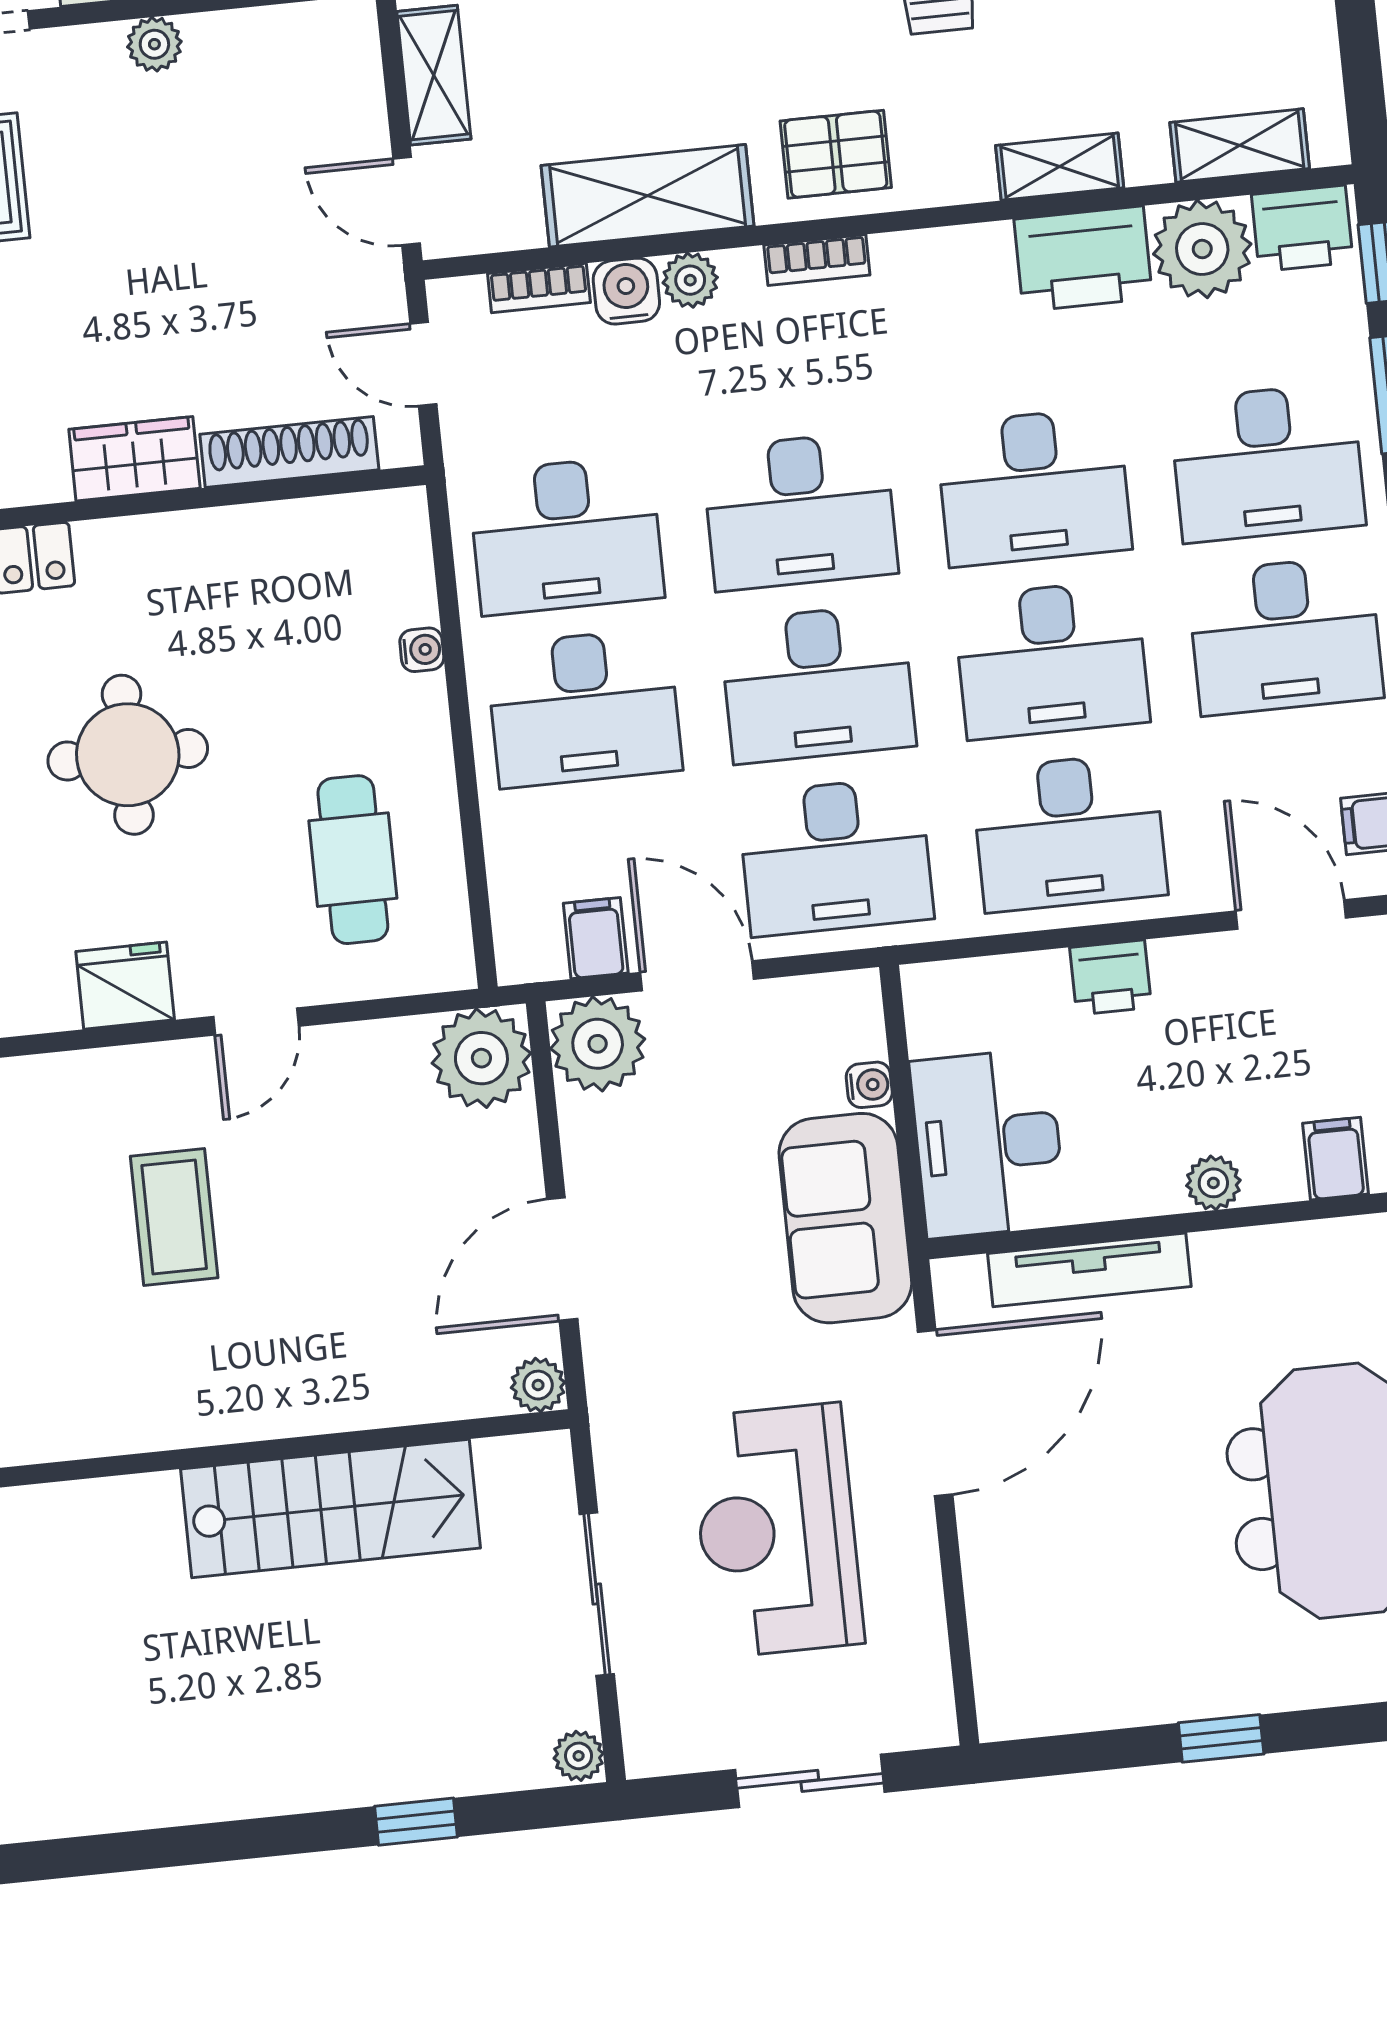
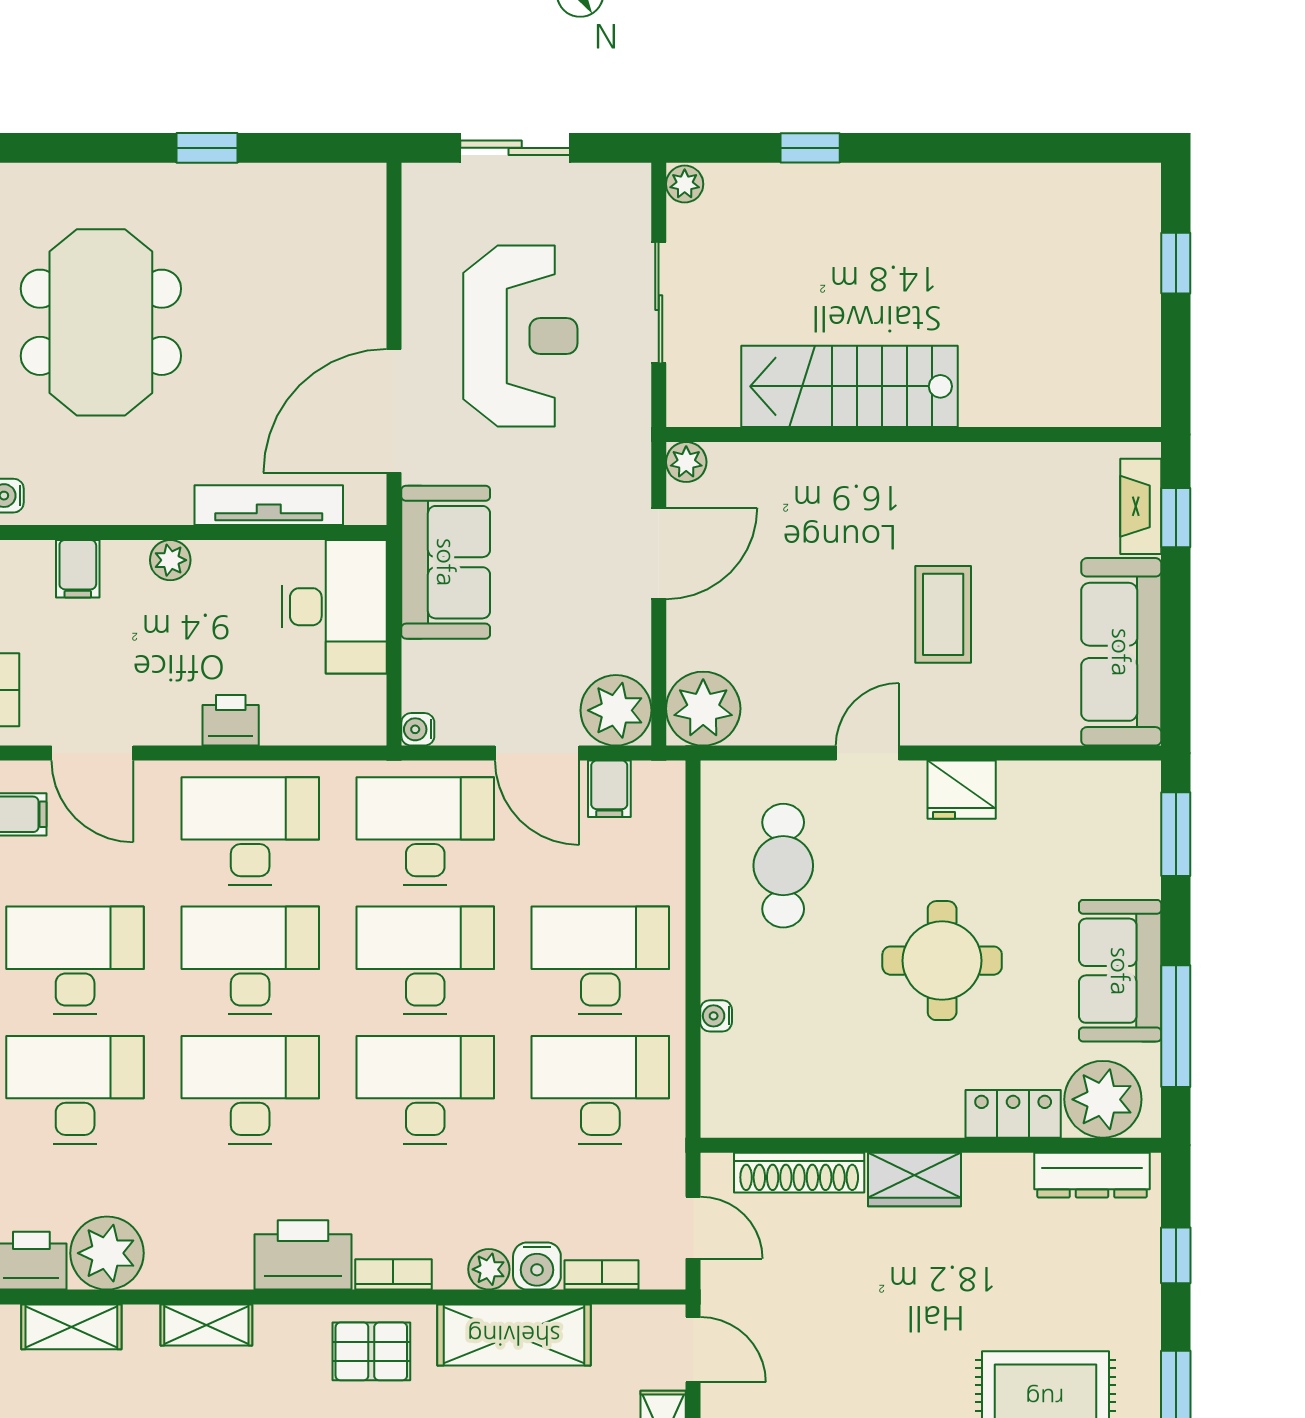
printer: (1083, 259) -> (303, 1255), moved
water cooler: (869, 1085) -> (418, 729), moved

